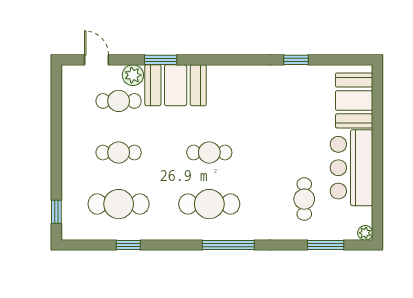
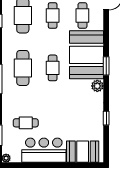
window: (161, 60) -> (106, 66), moved
plant: (133, 75) -> (97, 86), moved
booth: (176, 85) -> (86, 55), width x1.36, depth x1.42

